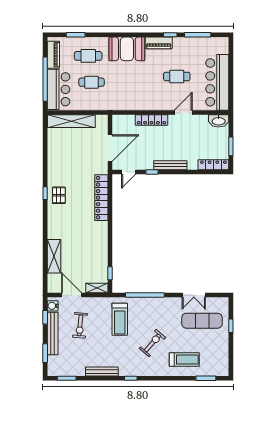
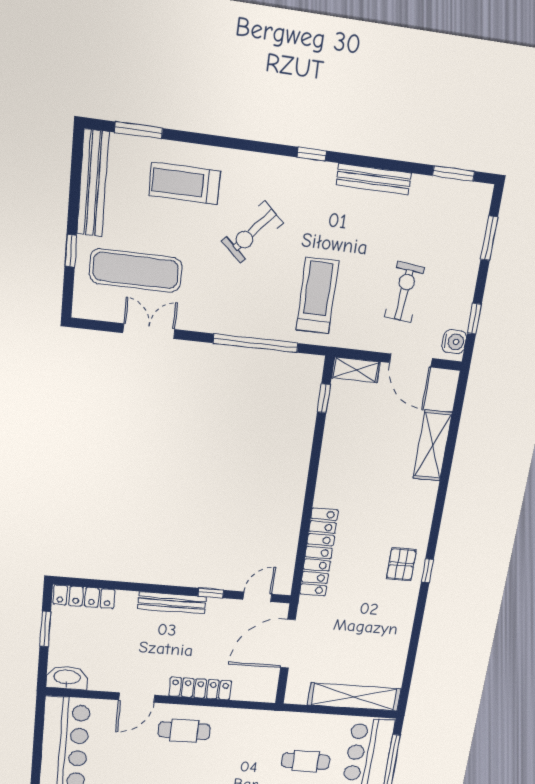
cafe table: (177, 76) -> (184, 731), moved
bench: (53, 333) -> (93, 183), moved

